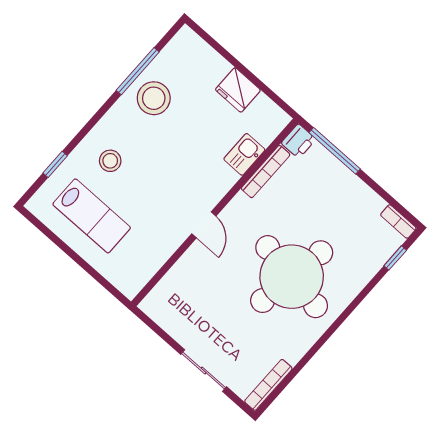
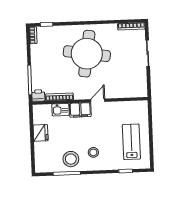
stool: (110, 161) -> (93, 152), moved
filing cabinet: (215, 184) -> (80, 110), added

